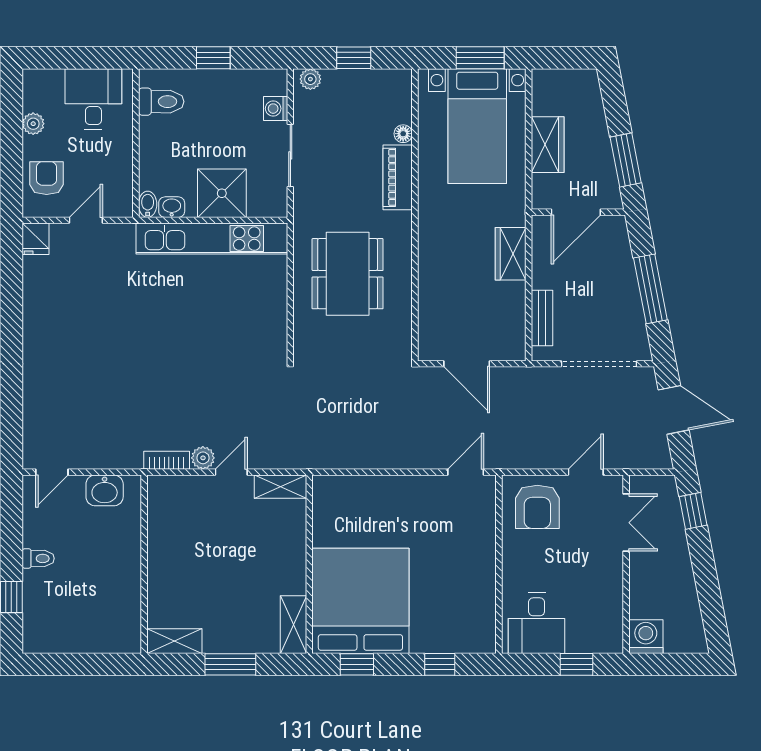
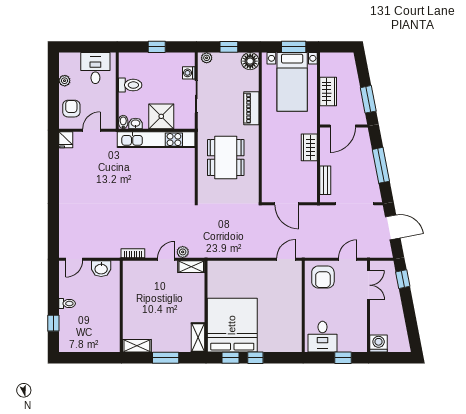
toilet: (161, 102) -> (130, 85), moved
floor lamp: (403, 134) -> (250, 61), moved, width x1.89, depth x1.89
plant: (203, 458) -> (183, 252), moved
window: (440, 664) -> (255, 358), moved

